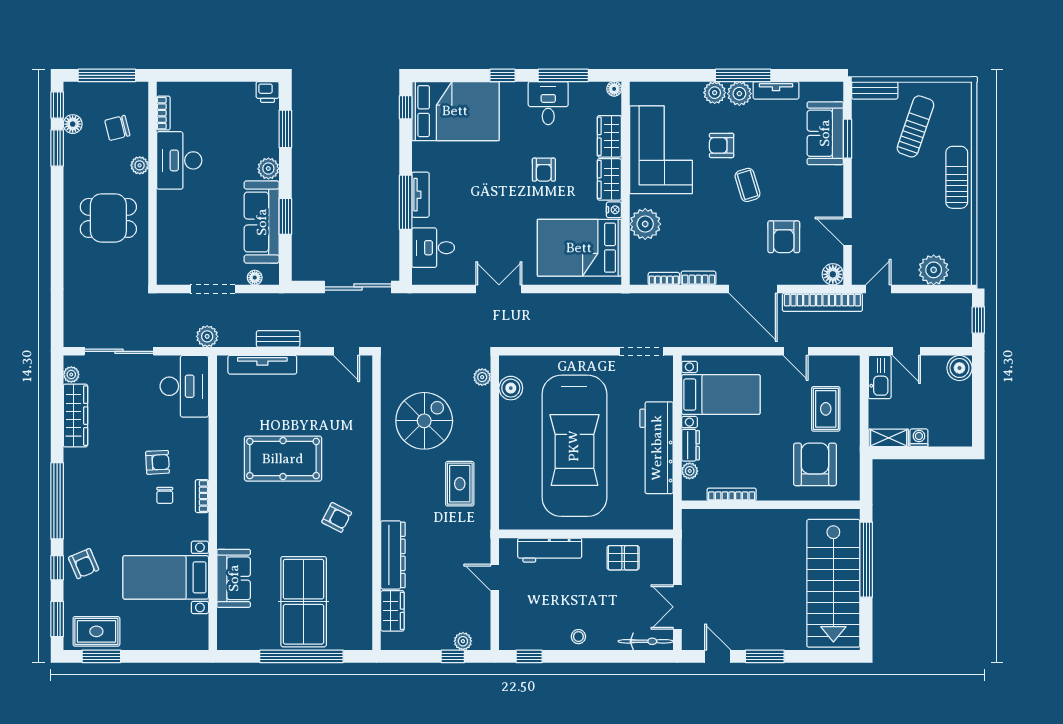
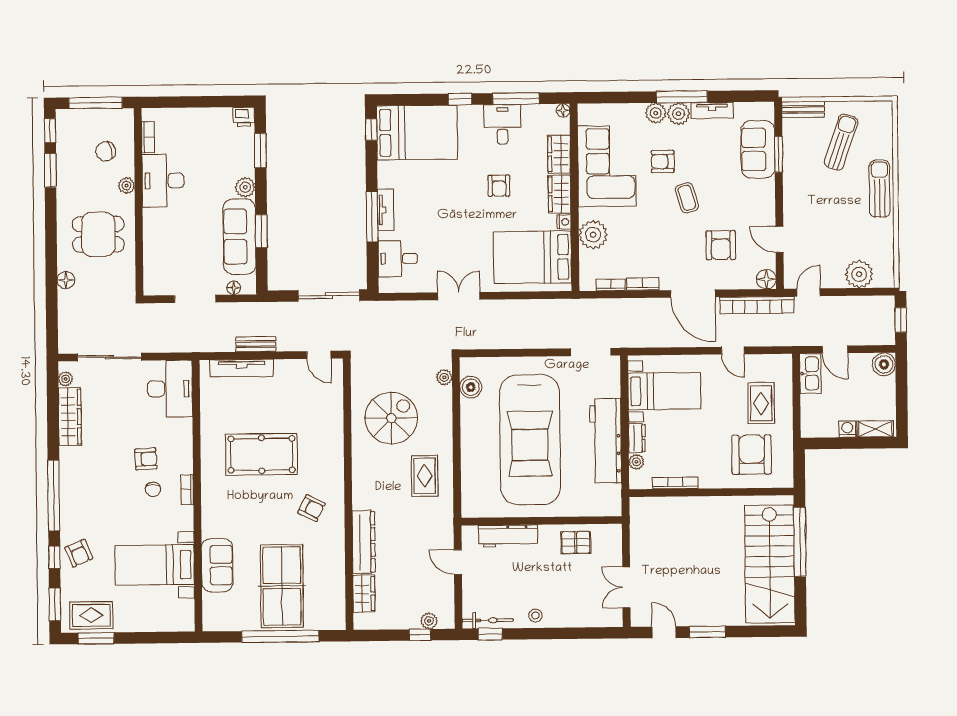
floor lamp: (73, 124) -> (66, 280), moved
plant: (207, 336) -> (190, 342), removed
shelving: (889, 438) -> (875, 429), moved
bicycle: (646, 641) -> (488, 620), moved

